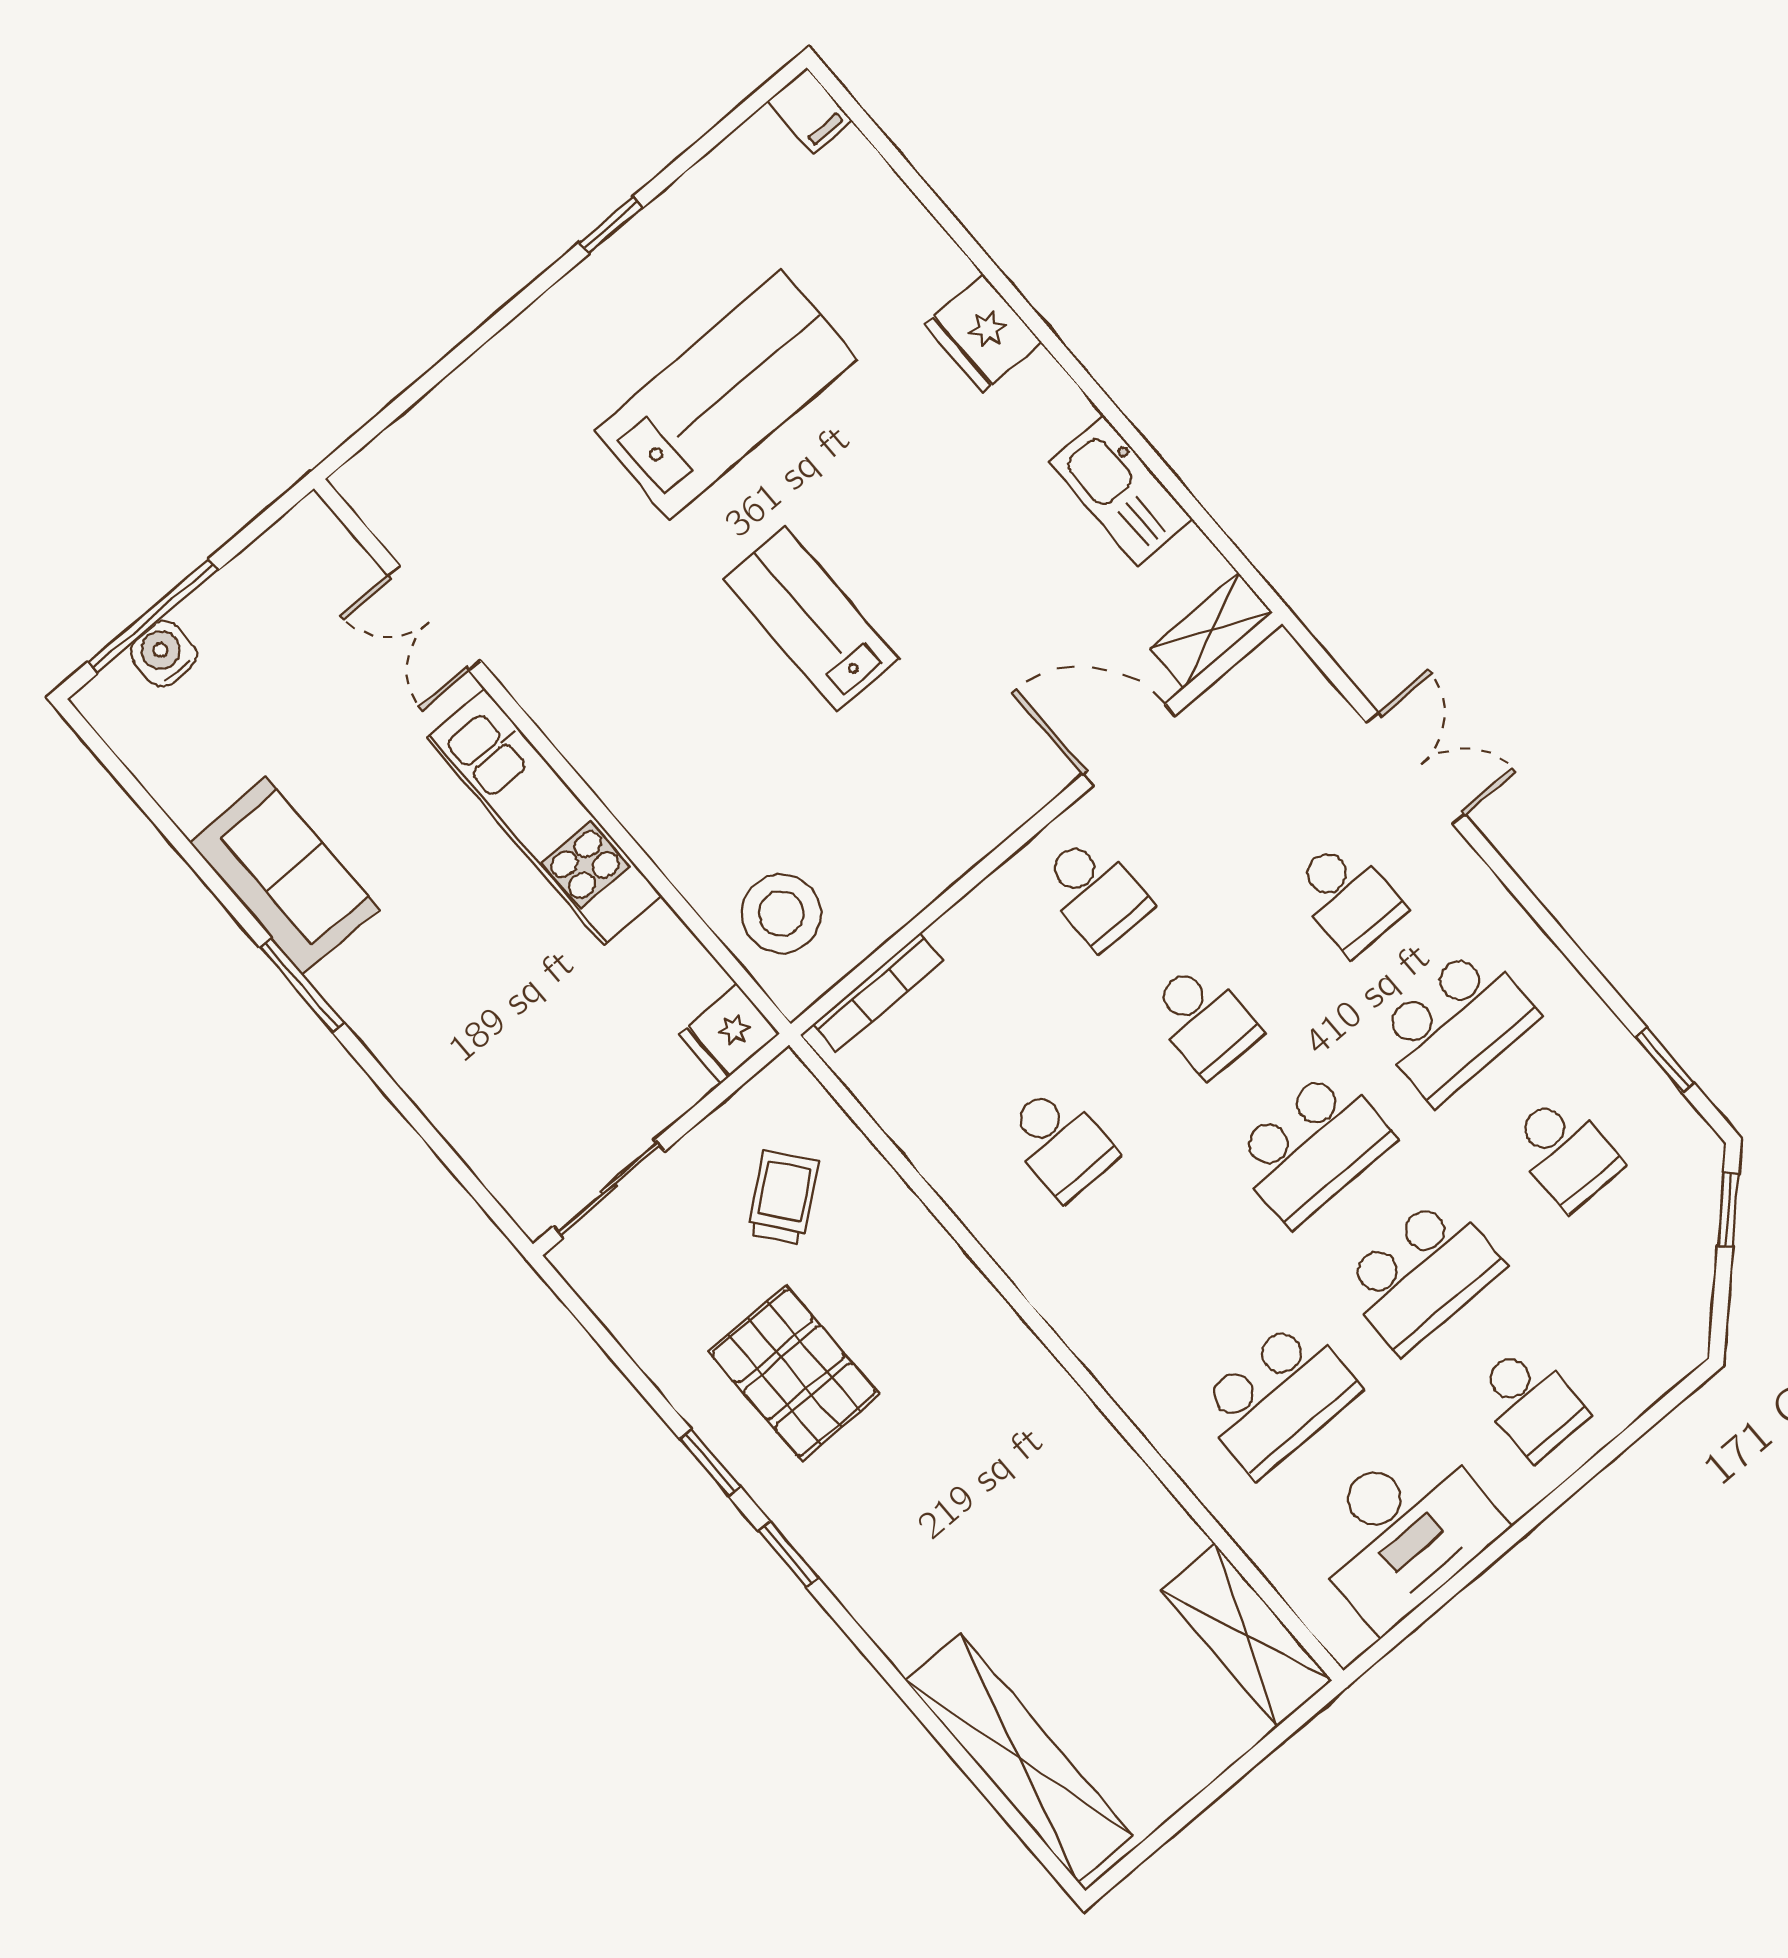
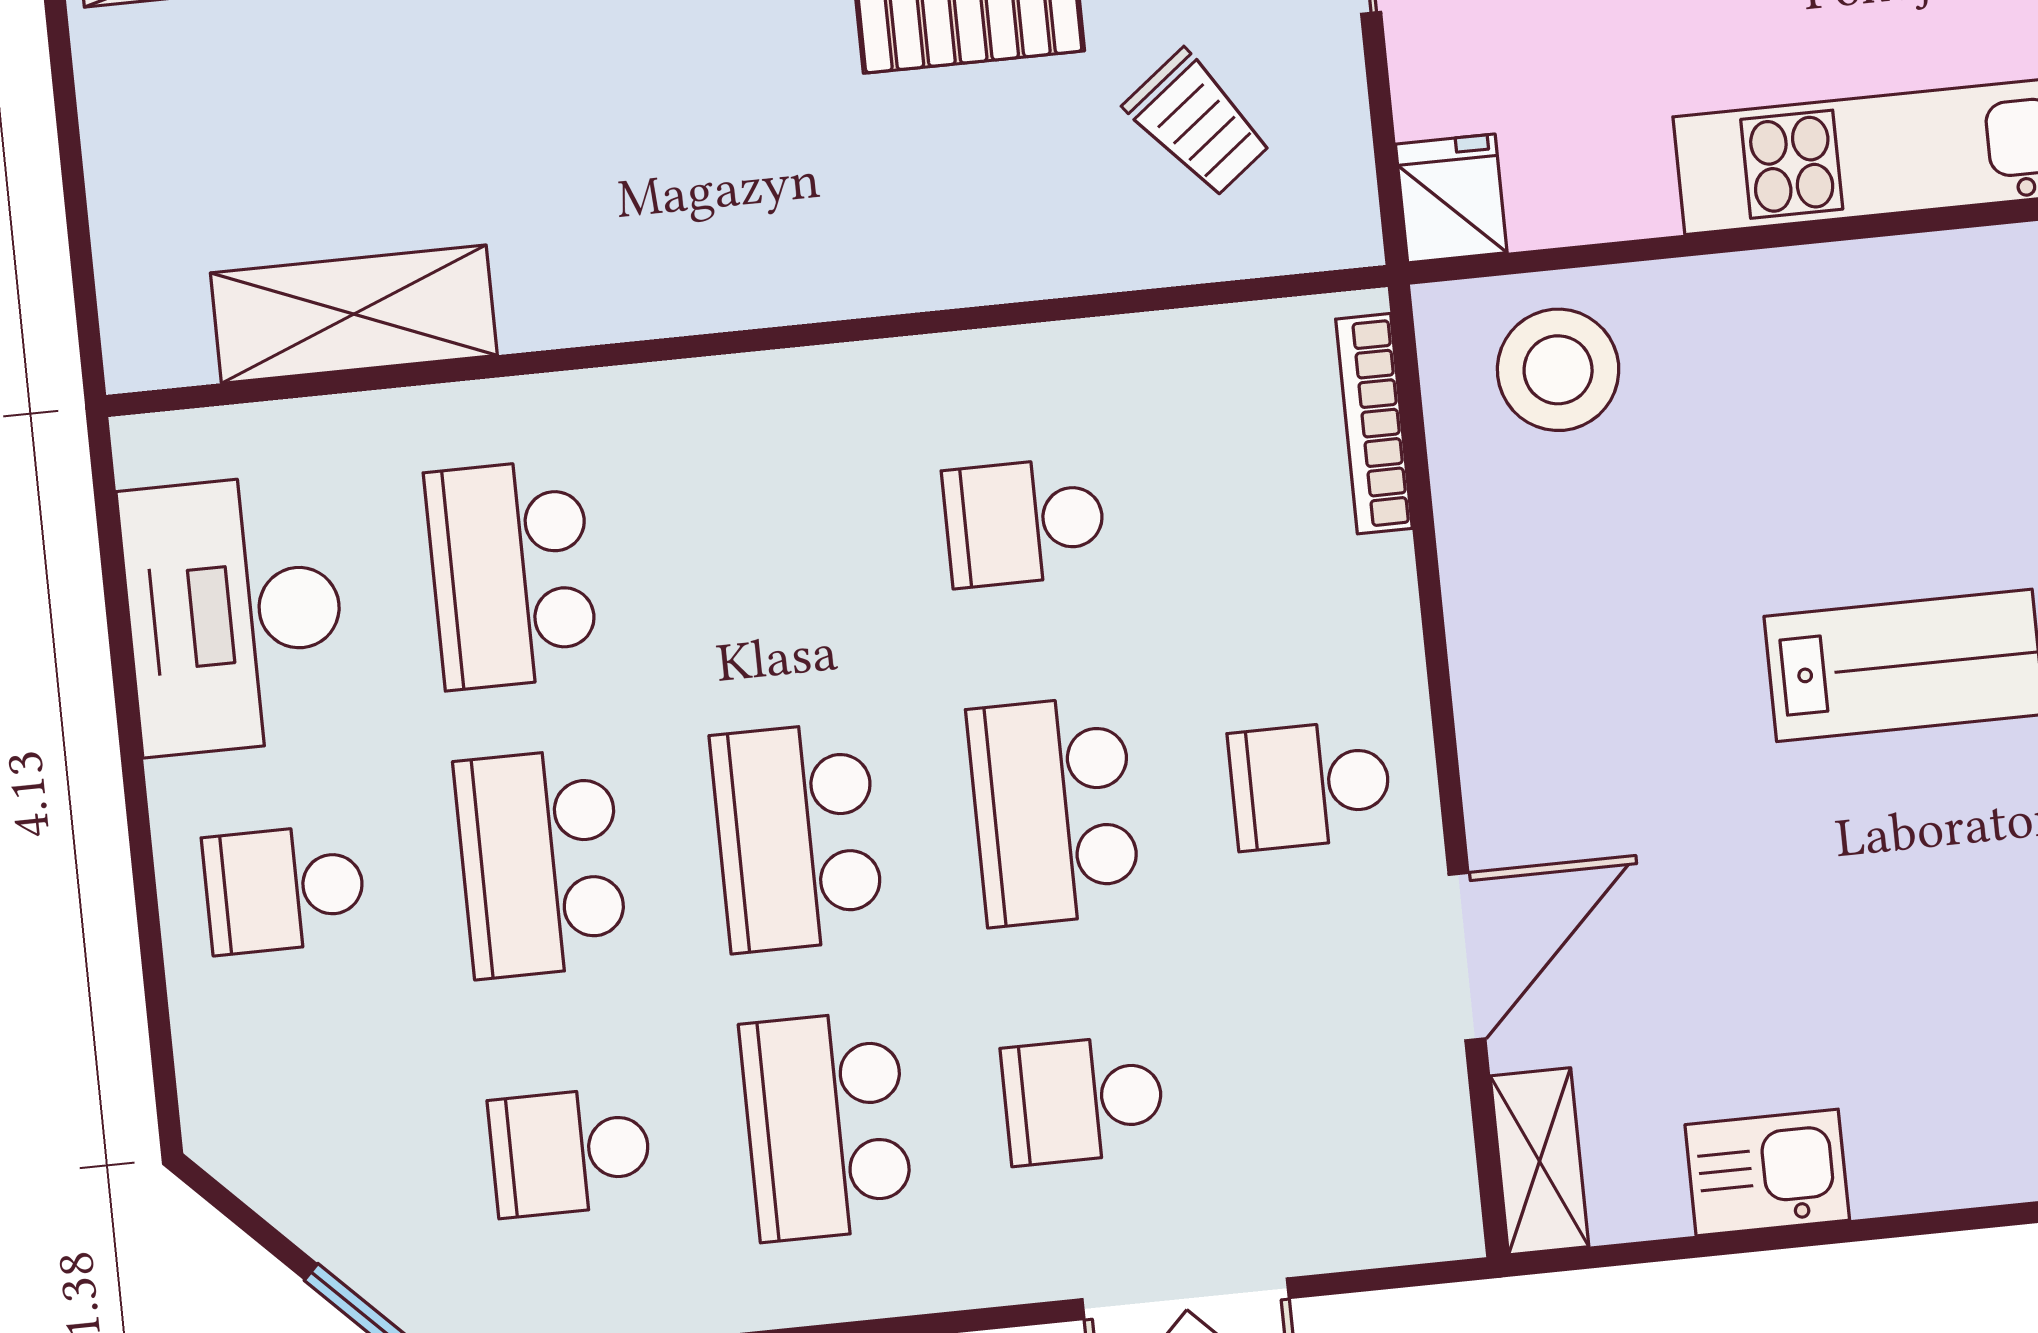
kitchen sink: (1121, 490) -> (1767, 1172), width x0.73
school desk: (1204, 1020) -> (1054, 811), width x1.85
shelving: (1246, 1635) -> (354, 314), moved

